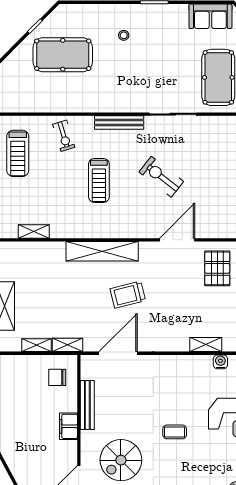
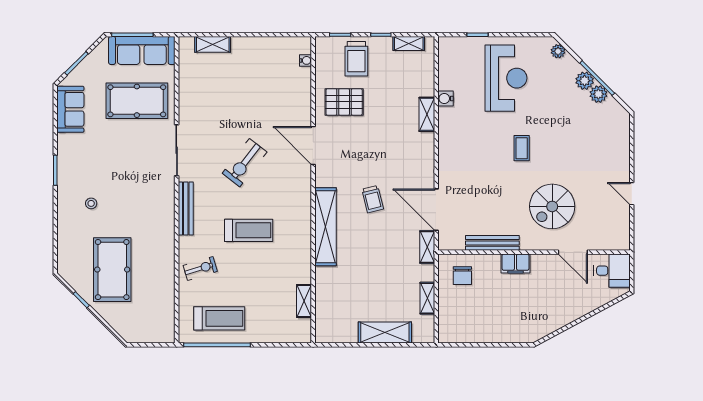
trolley: (128, 295) -> (373, 199), width x0.73, depth x0.72
shelving: (67, 345) -> (427, 247), moved
spiral stairs: (121, 460) -> (552, 206), turned 90

